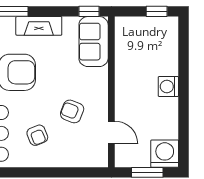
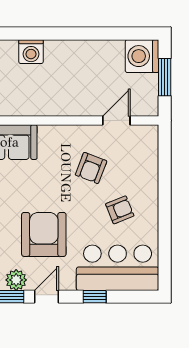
washing machine: (168, 87) -> (31, 52), moved

